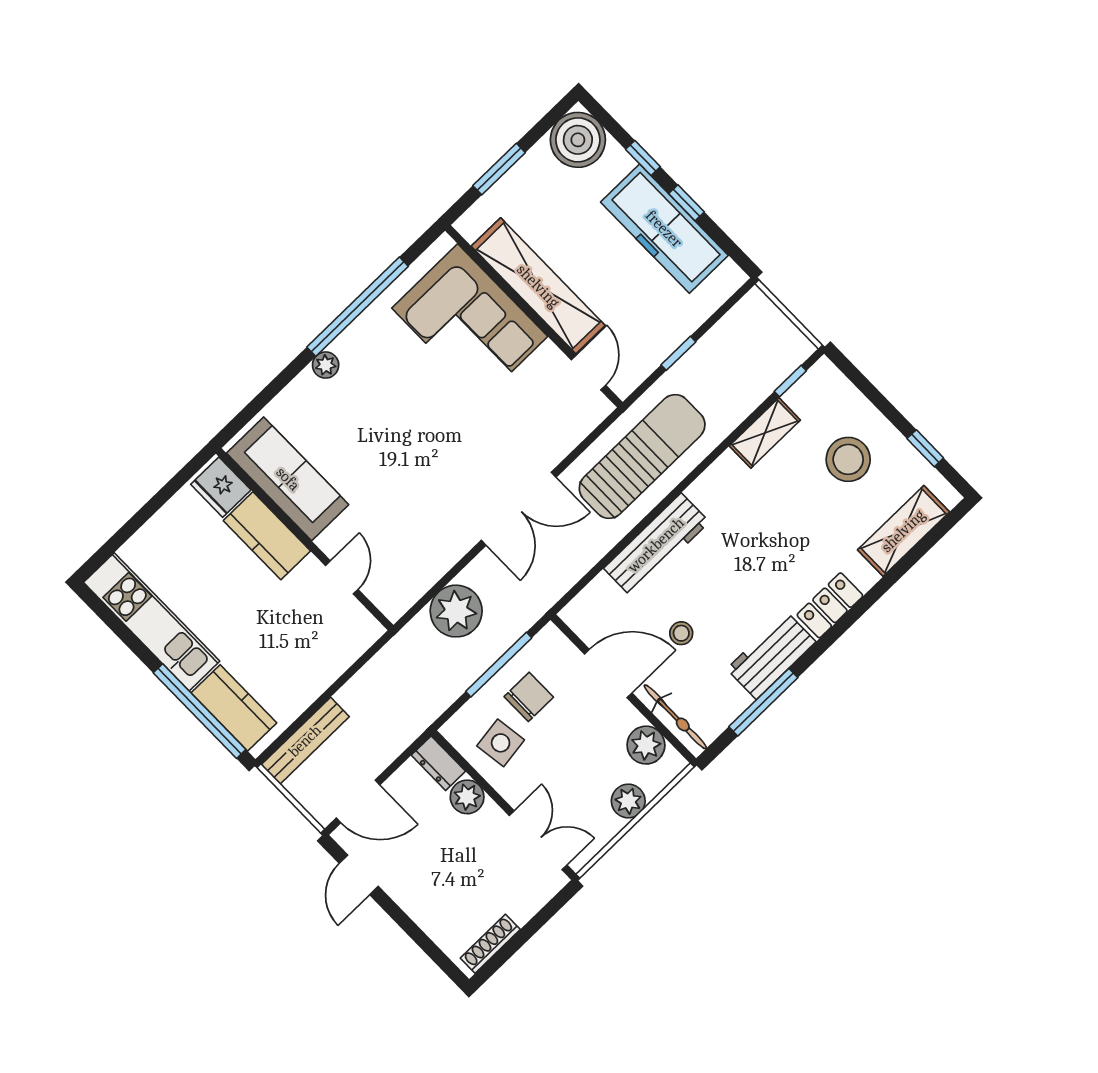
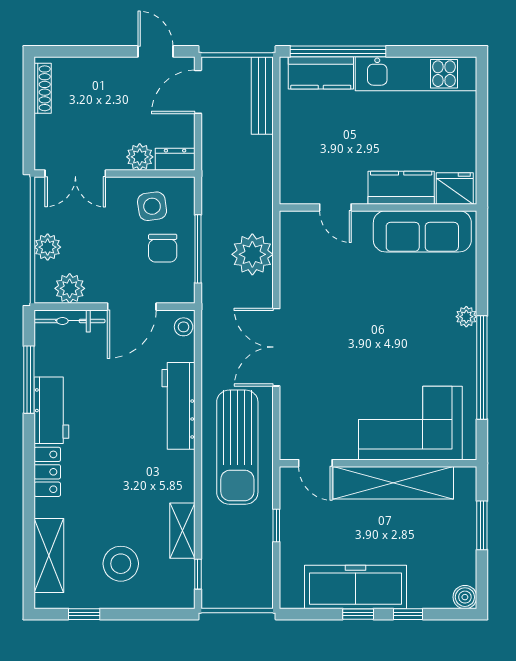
boiler: (578, 140) -> (465, 597), width x0.54, depth x0.54
stool: (681, 633) -> (184, 327), moved

